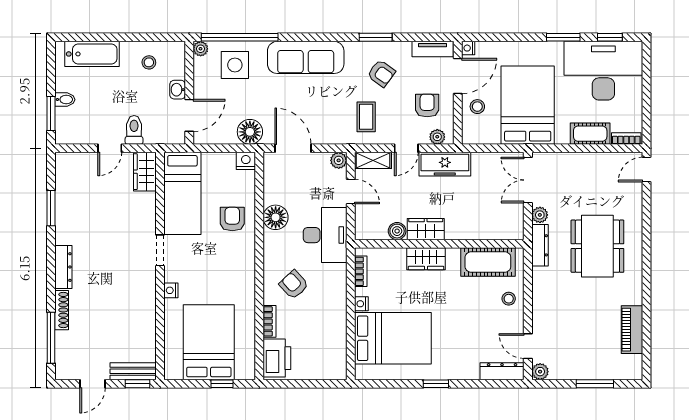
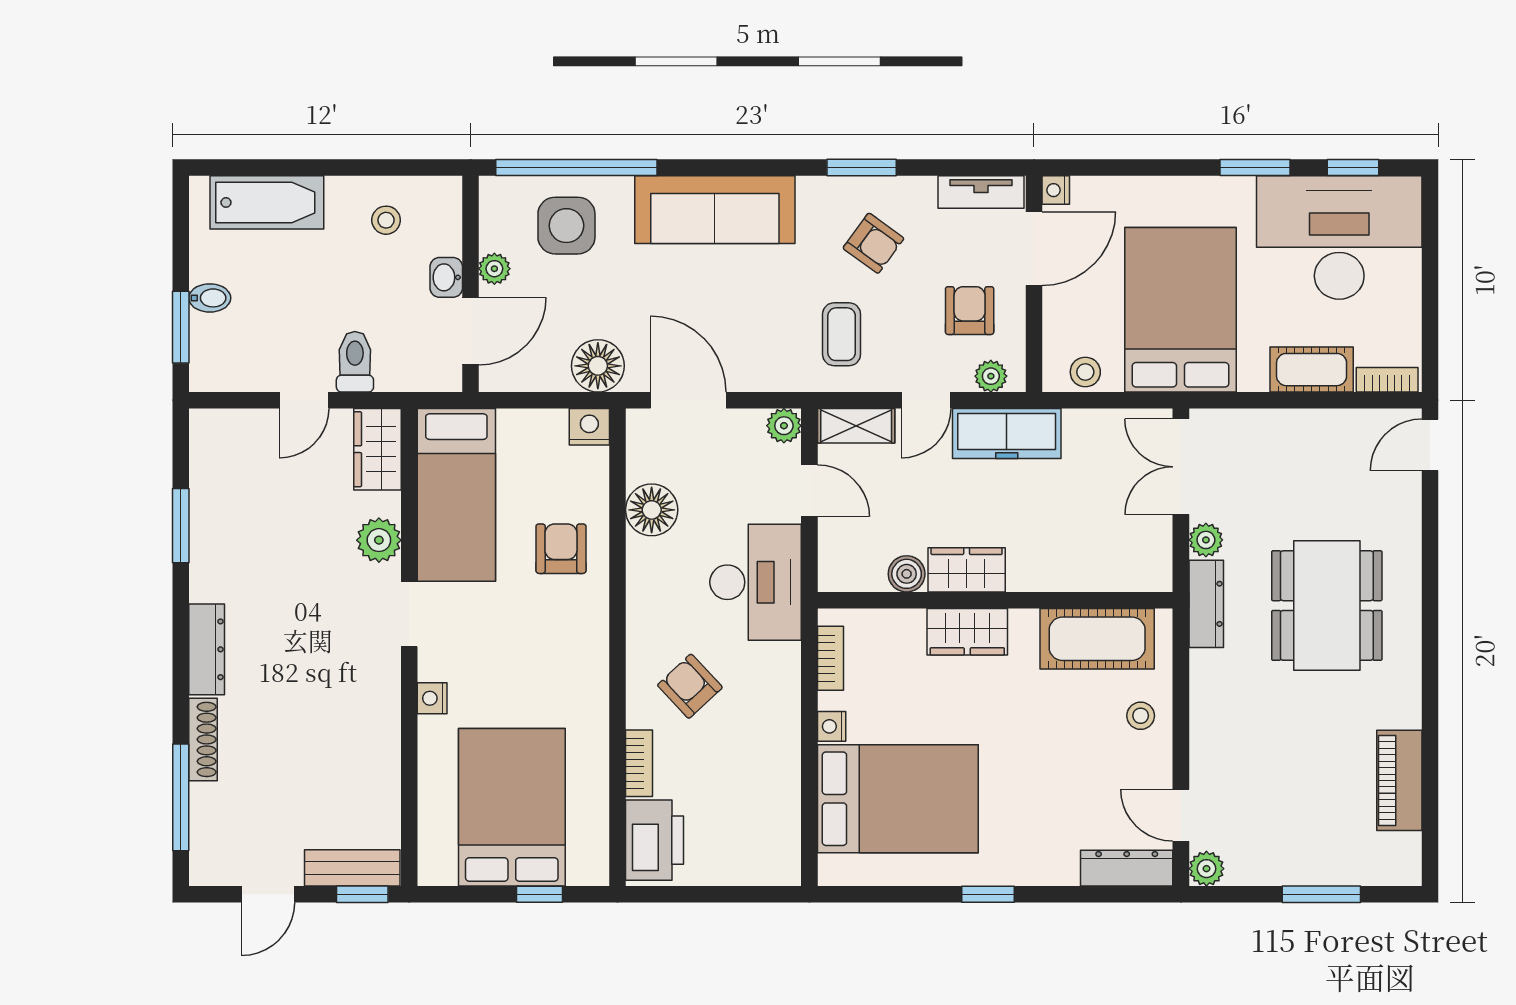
plant: (201, 49) -> (494, 269), moved
stool: (477, 107) -> (1085, 372), moved
plant: (145, 215) -> (379, 540), added
floor lamp: (276, 217) -> (652, 510), moved

